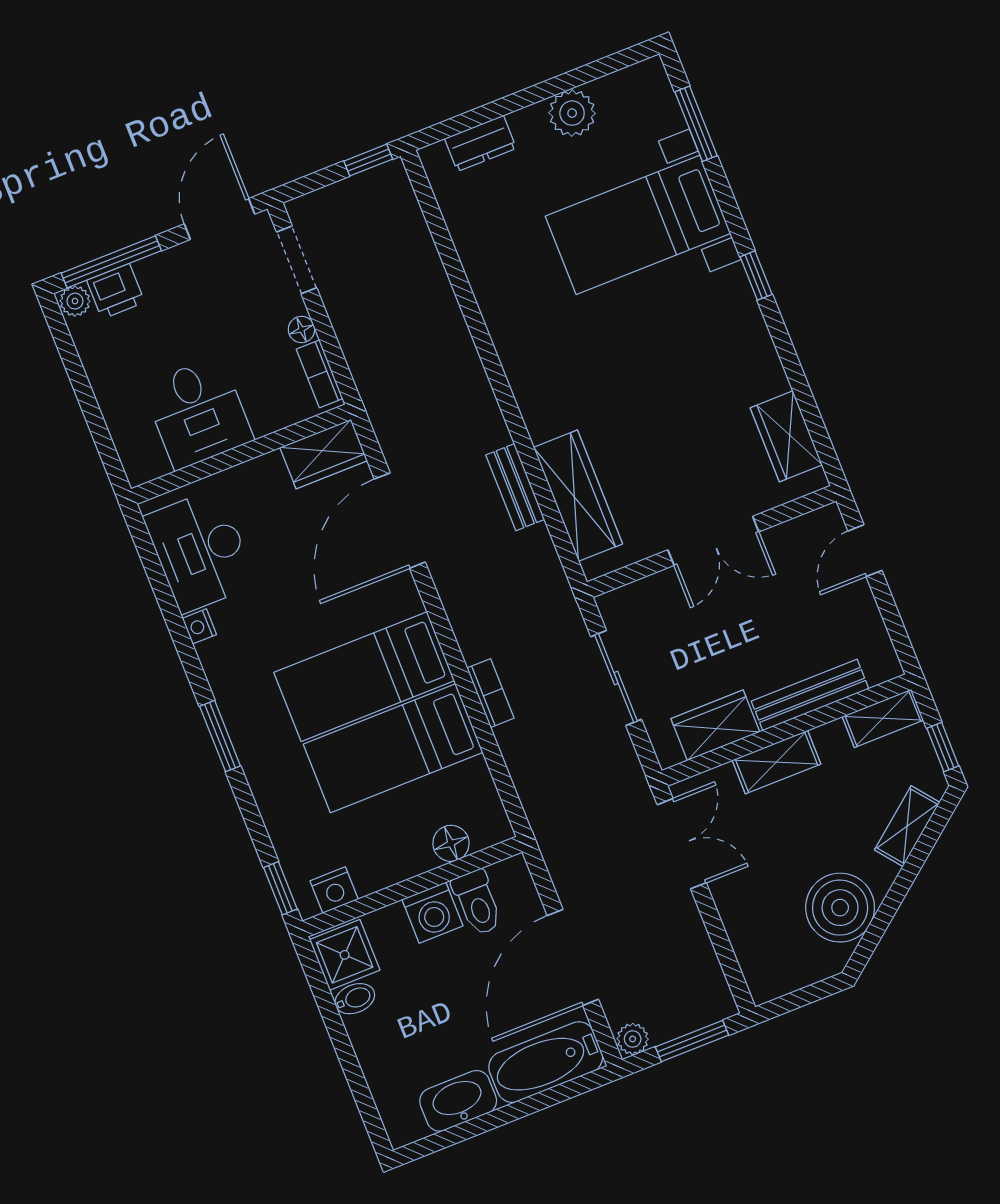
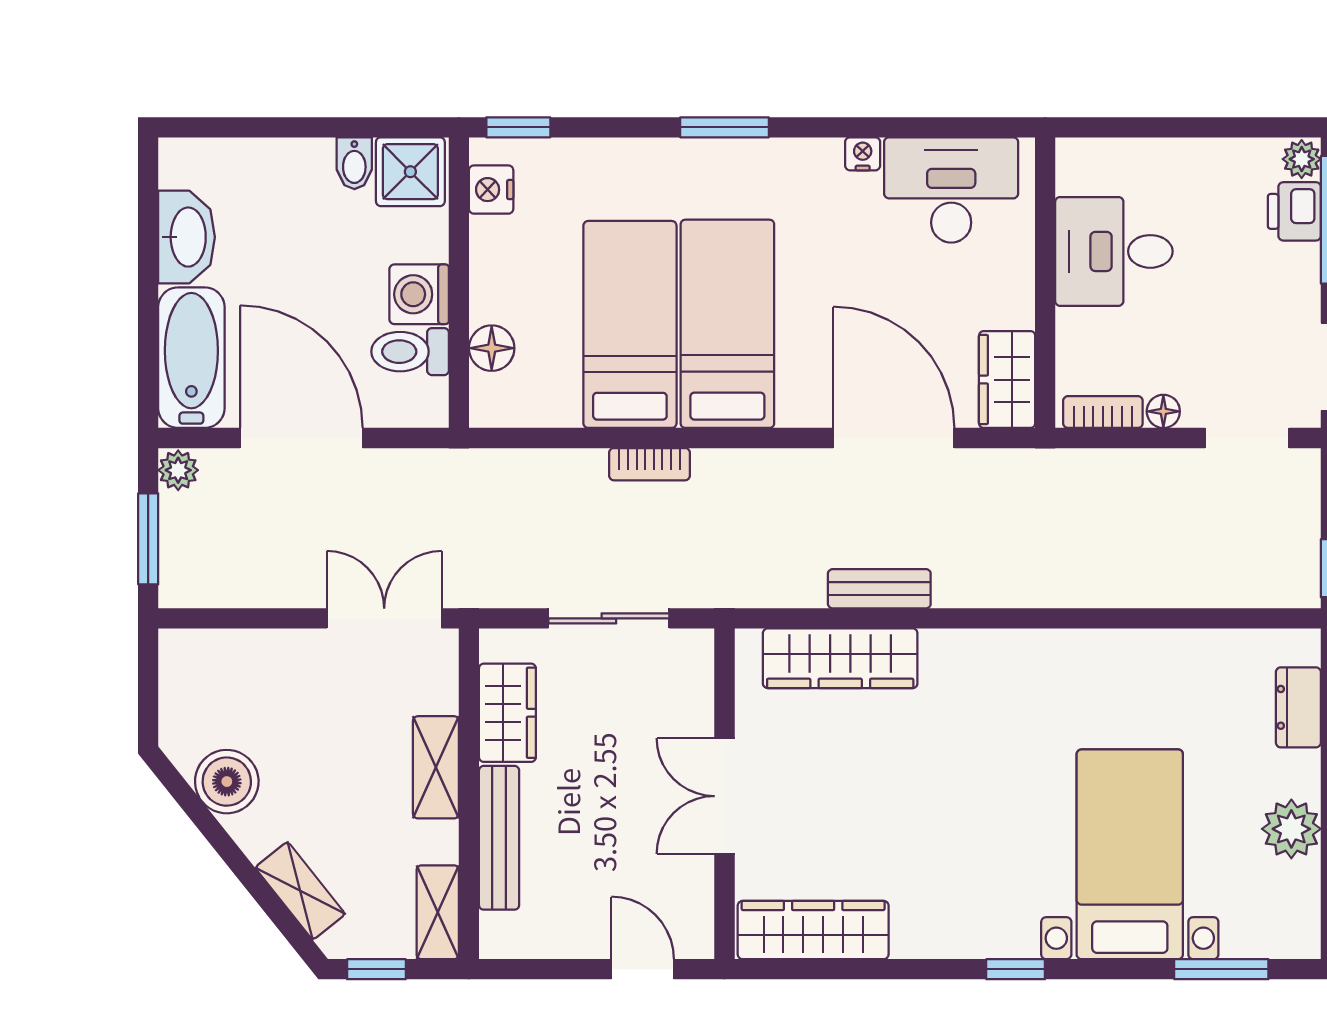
wardrobe: (786, 436) -> (813, 930), width x1.50
double door: (682, 844) -> (384, 618), swing flipped
boiler: (840, 908) -> (227, 782), width x0.73, depth x0.73

